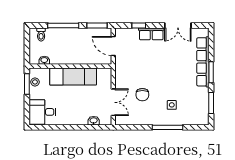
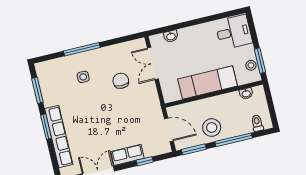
stool: (78, 40) -> (212, 128), added

